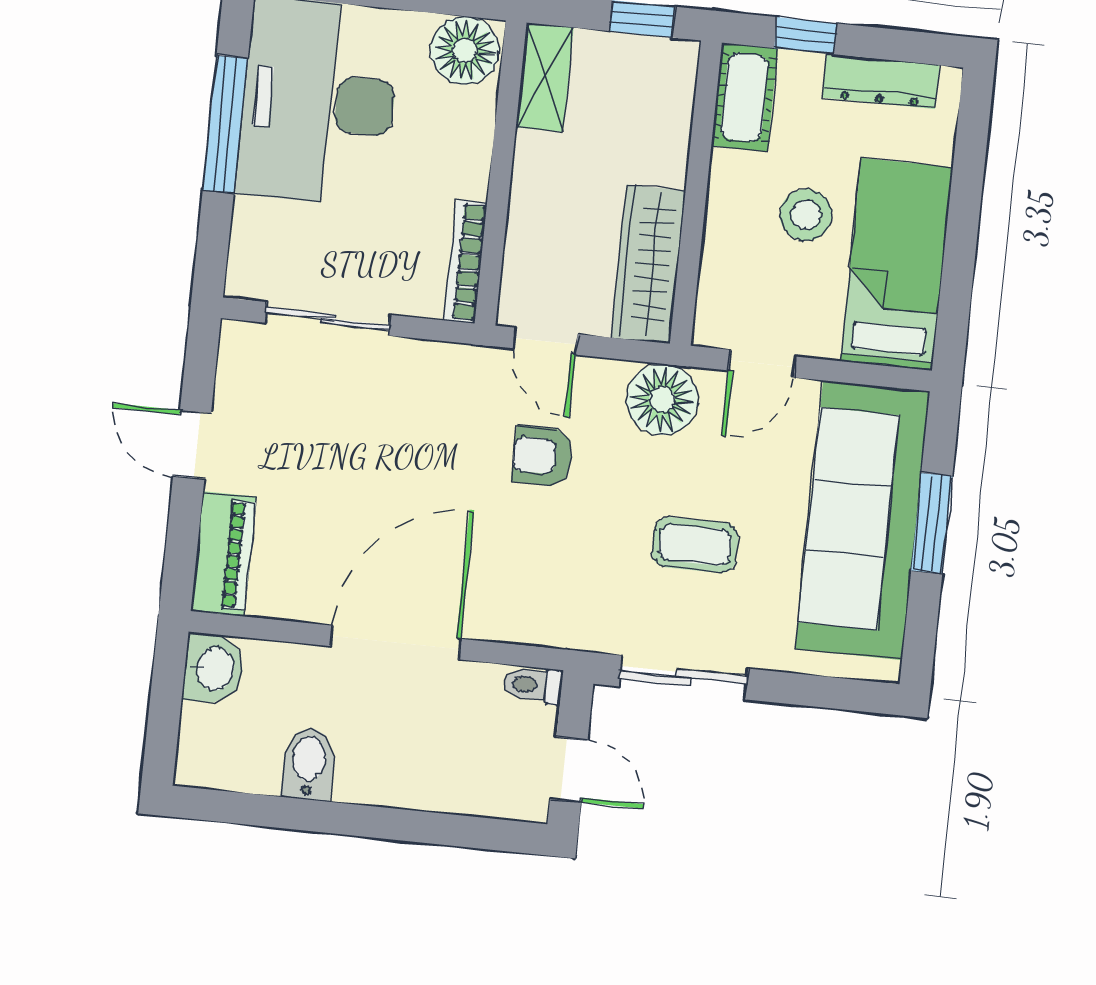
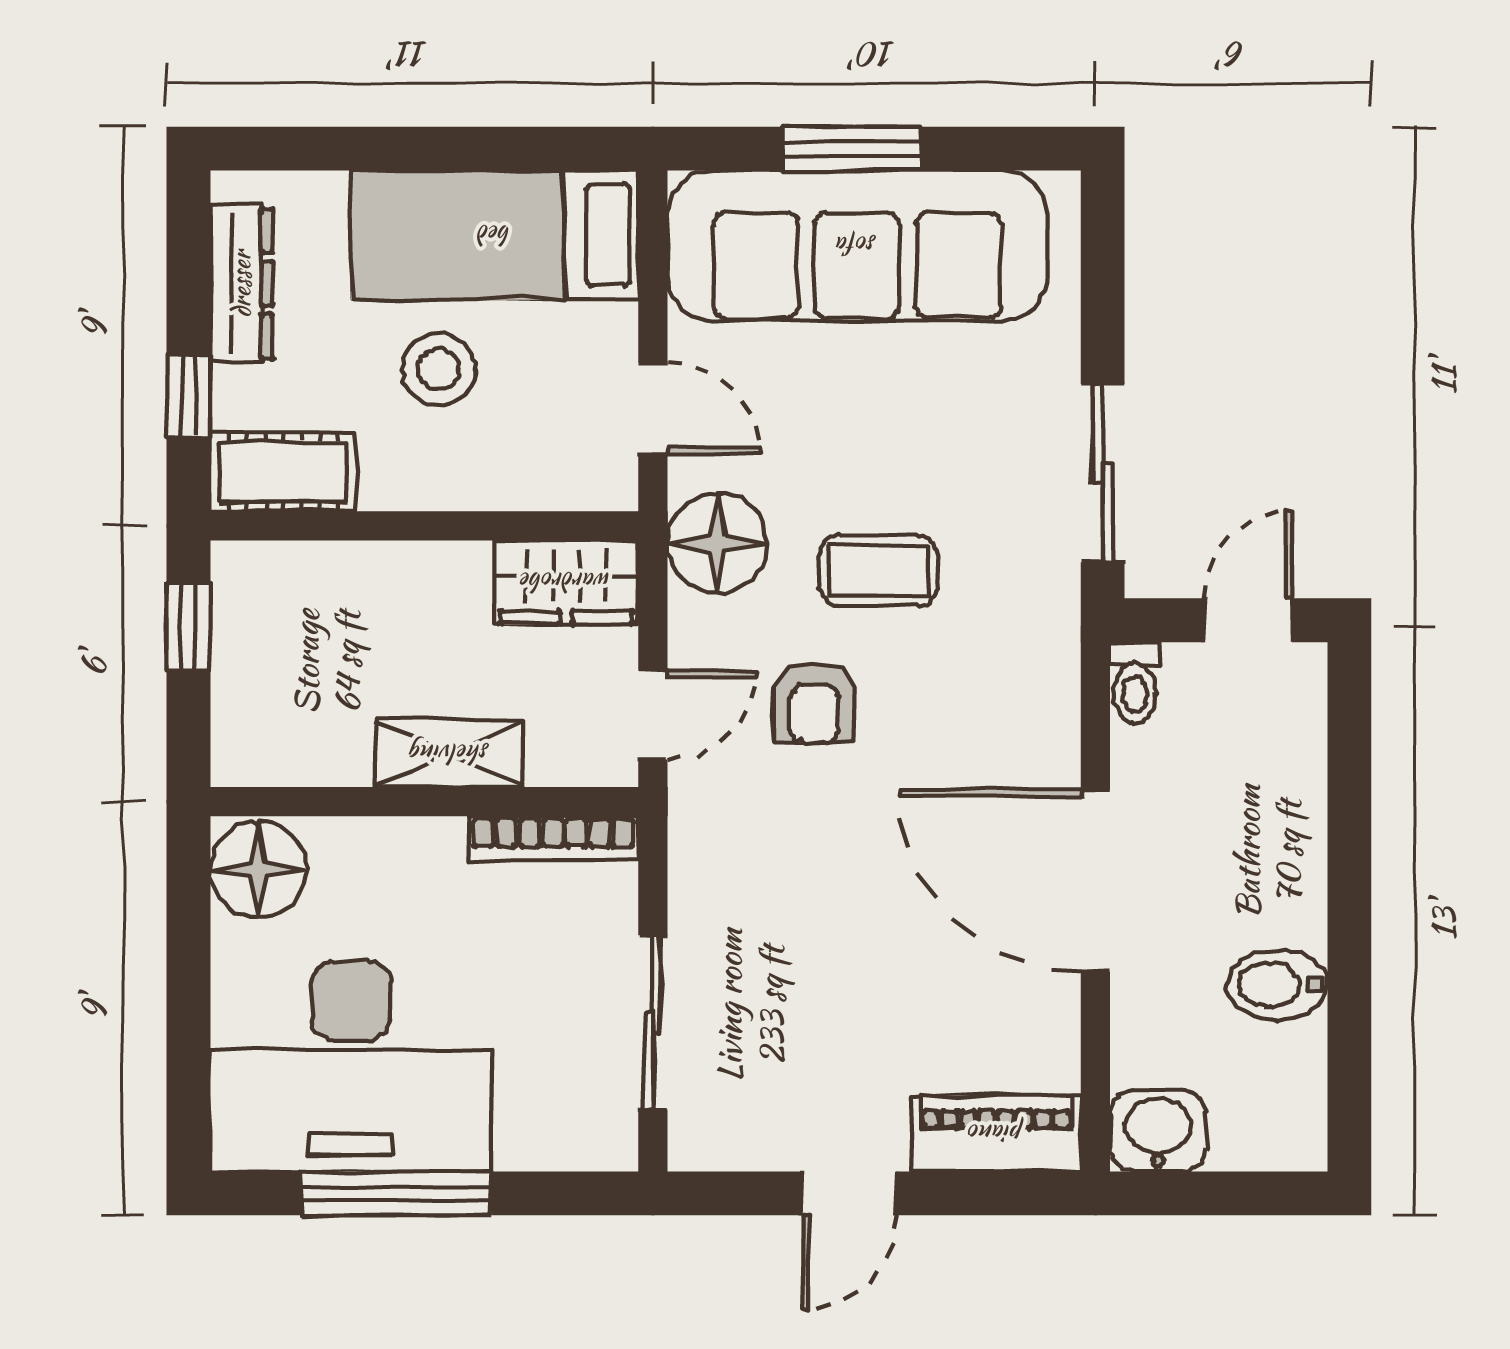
shelving: (545, 77) -> (450, 754), moved
wardrobe: (648, 264) -> (566, 582), width x0.67
coffee table: (695, 545) -> (879, 570), moved, turned 90

